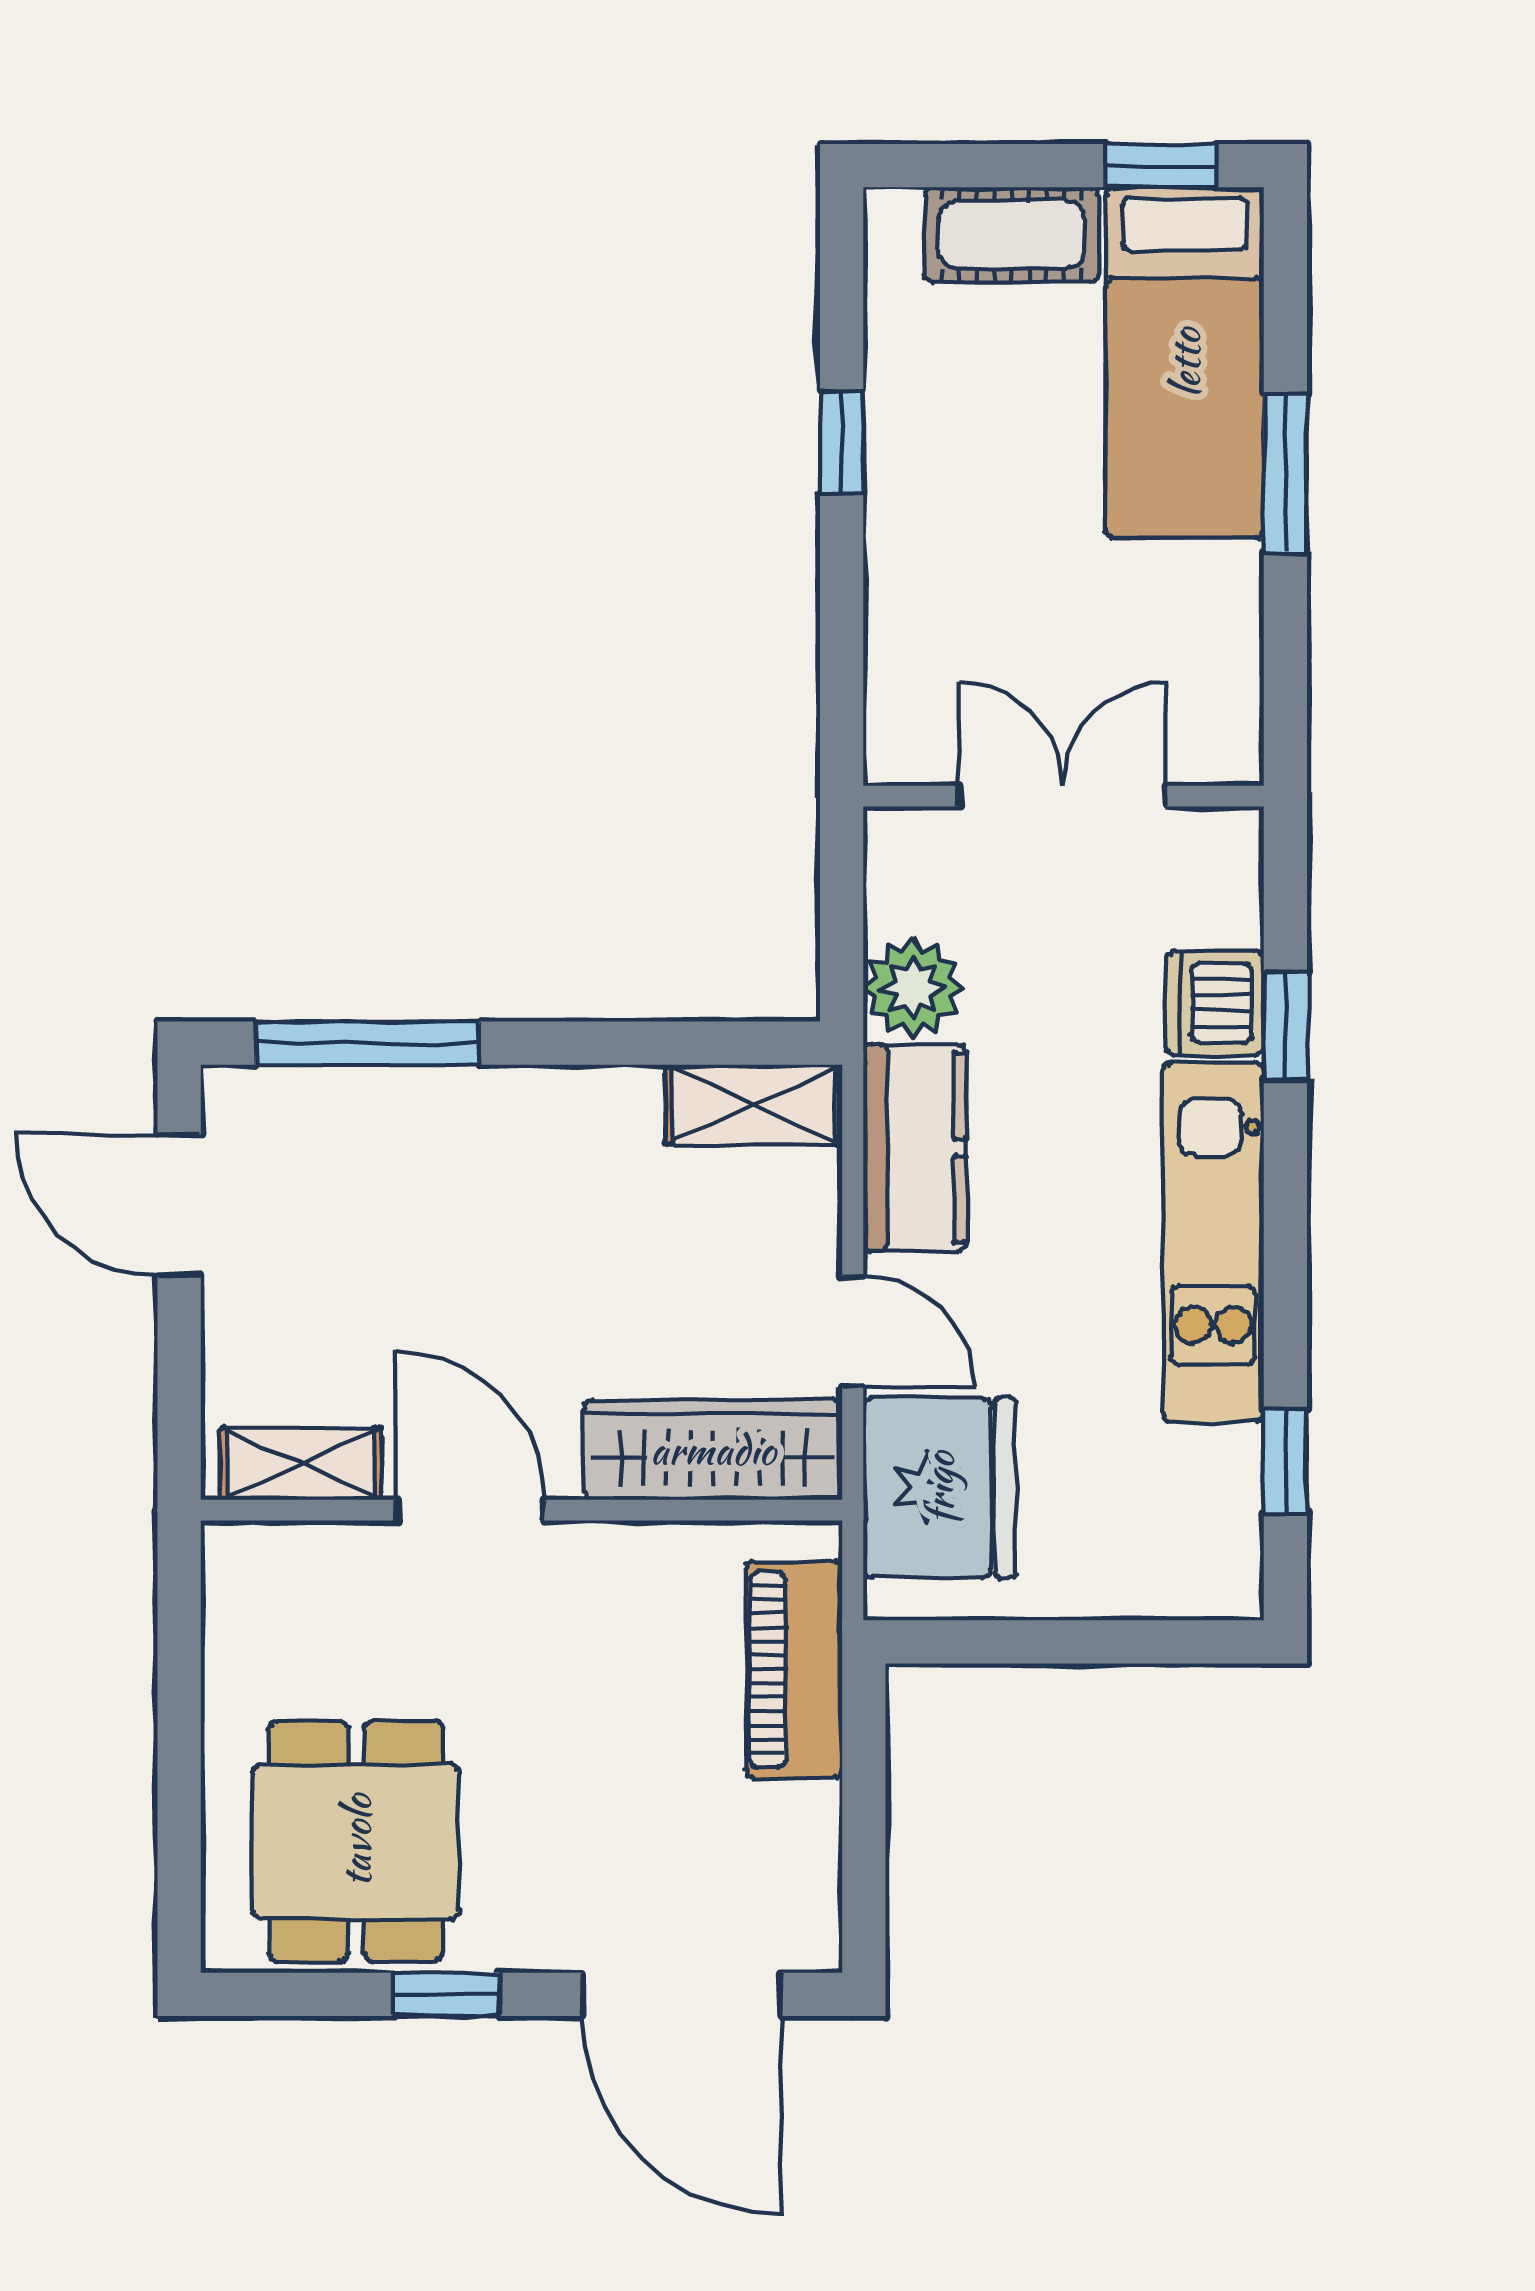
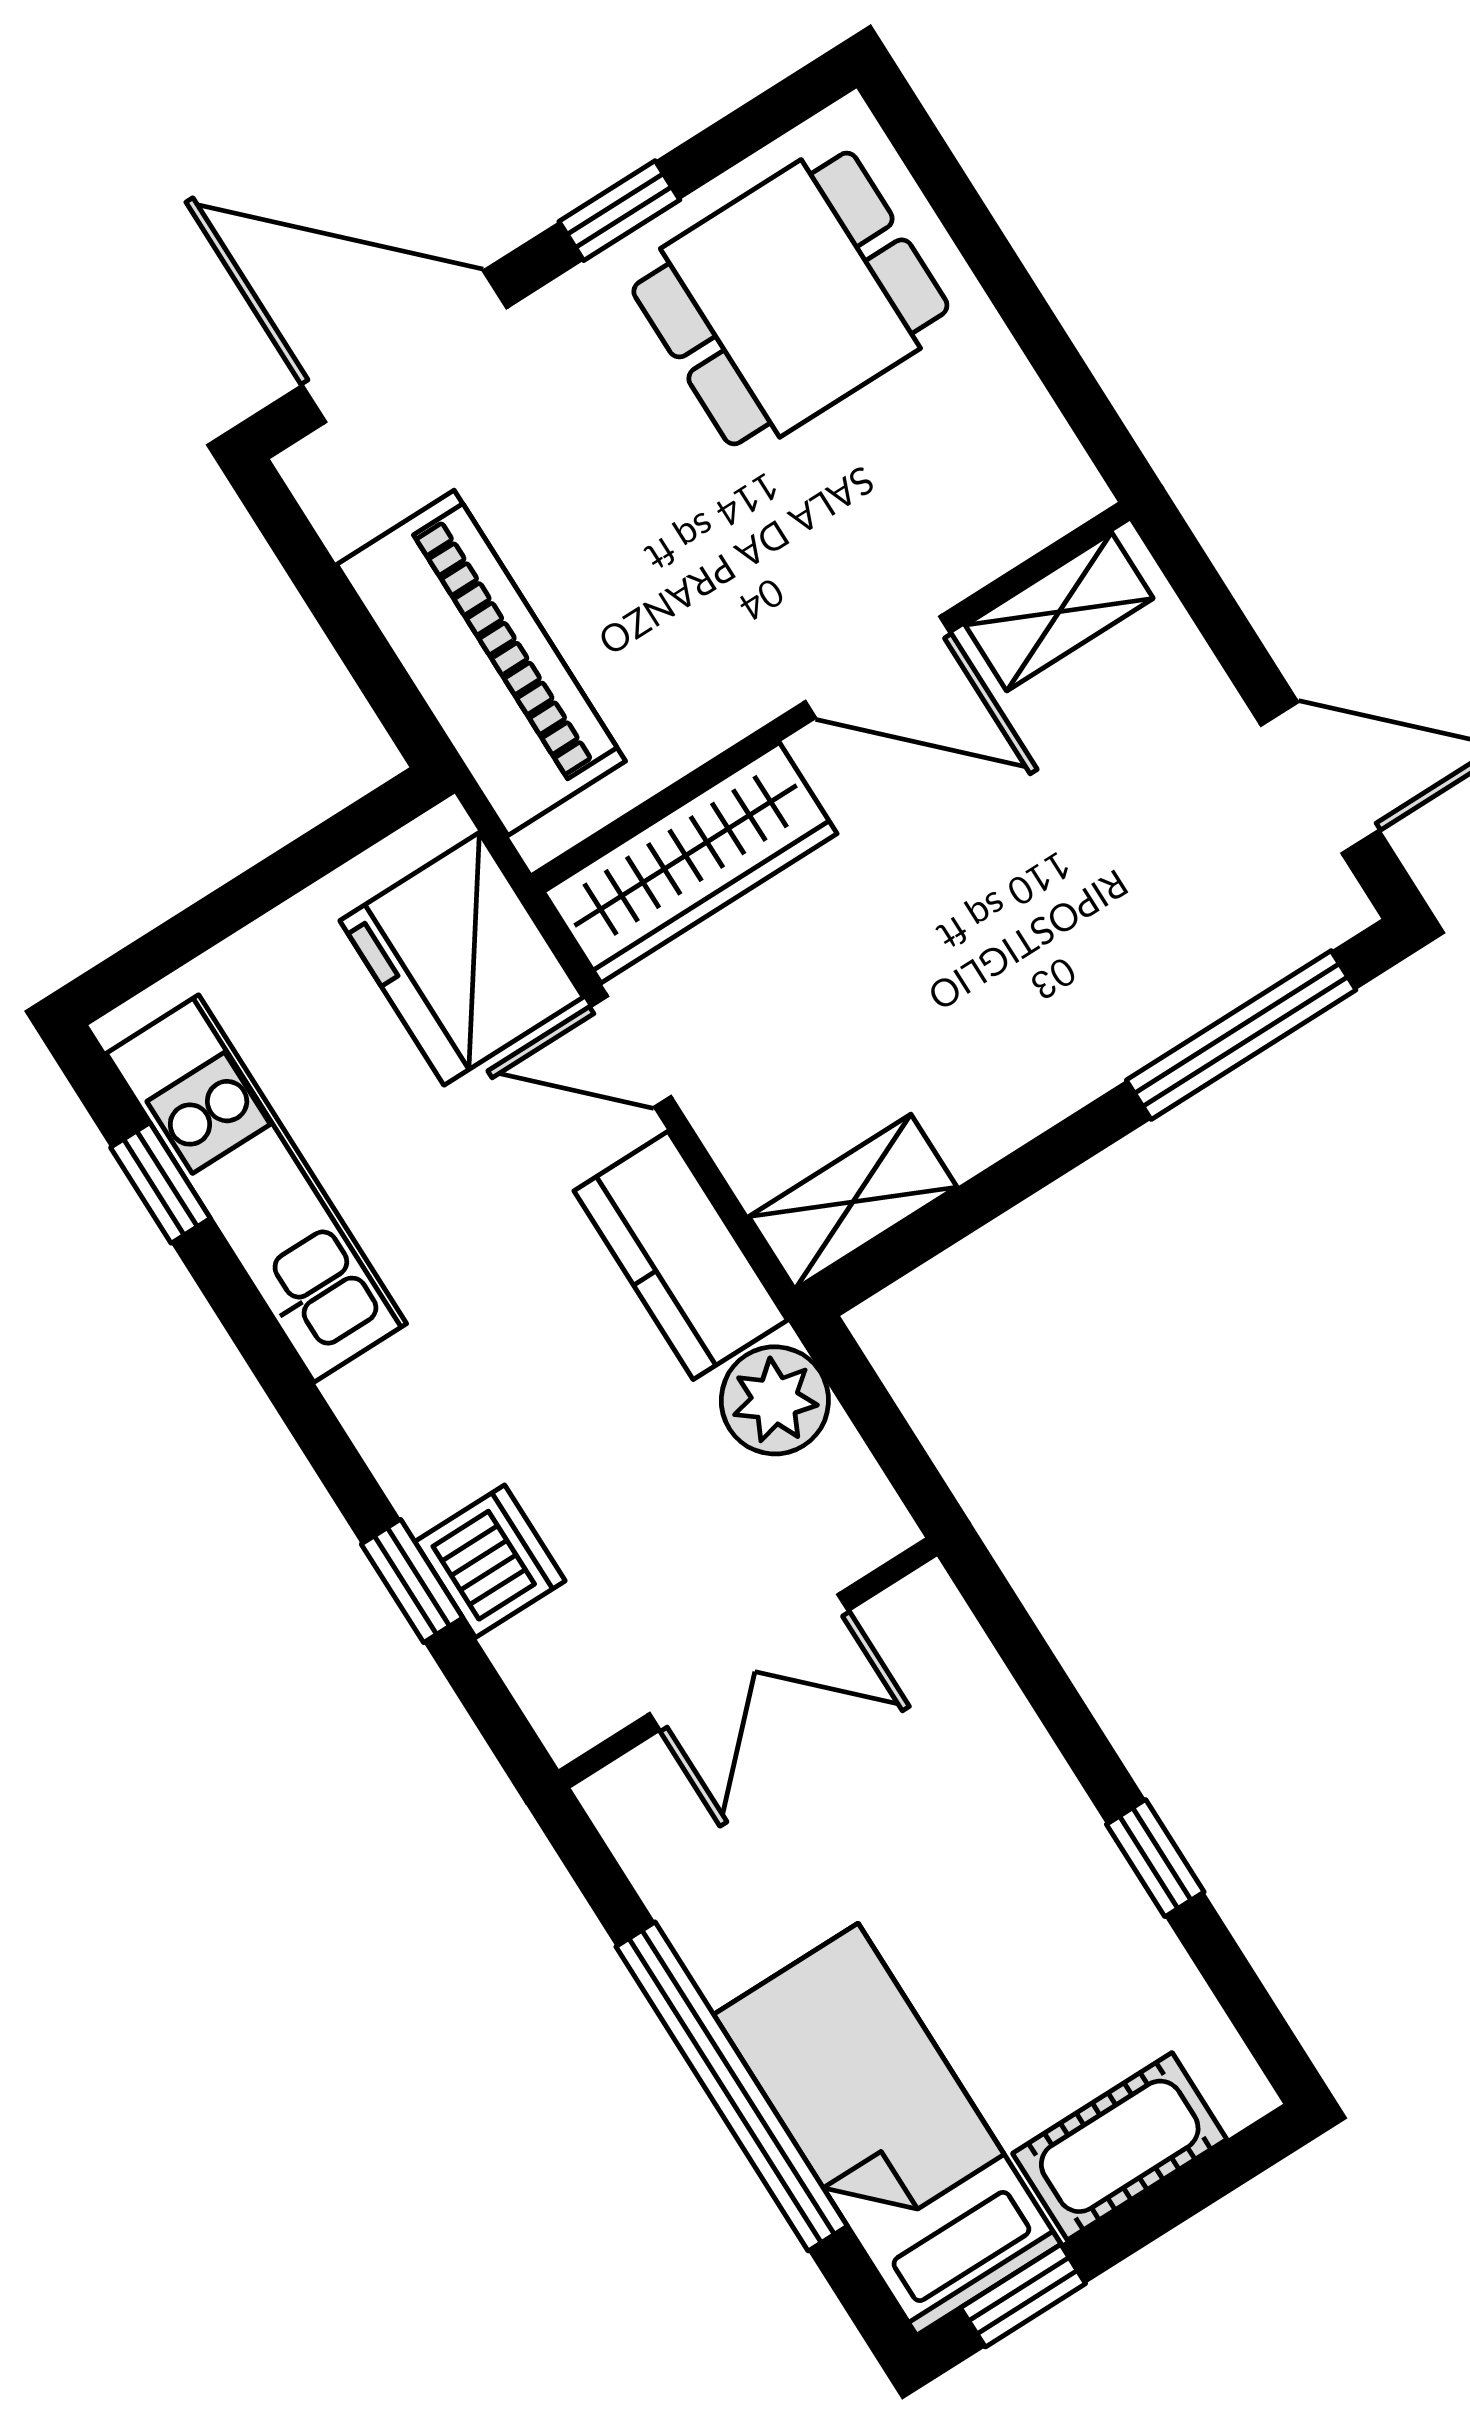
window: (1285, 473) -> (732, 2086), width x2.11
kitchen unit: (1213, 1242) -> (256, 1188), moved
piano: (794, 1670) -> (481, 663), width x1.37, depth x1.33
dining table: (356, 1841) -> (790, 298), turned 90

